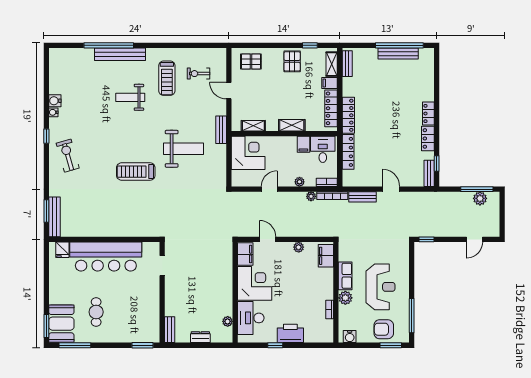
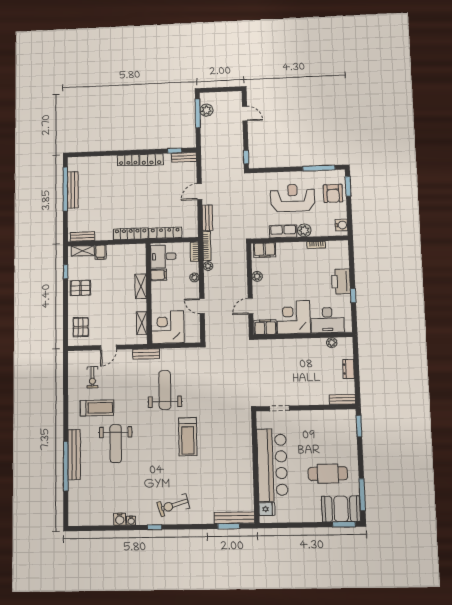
weight bench: (130, 97) -> (116, 444), width x1.36, depth x1.33
locker: (331, 108) -> (124, 250), removed
cafe table: (96, 312) -> (328, 474), width x1.37, depth x1.35

